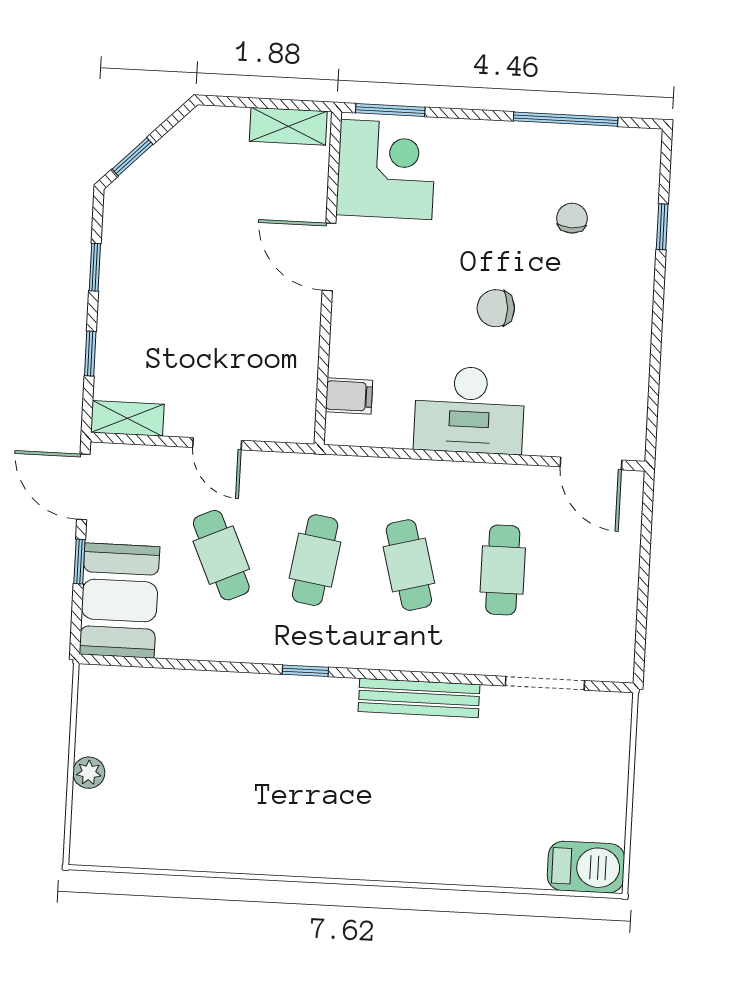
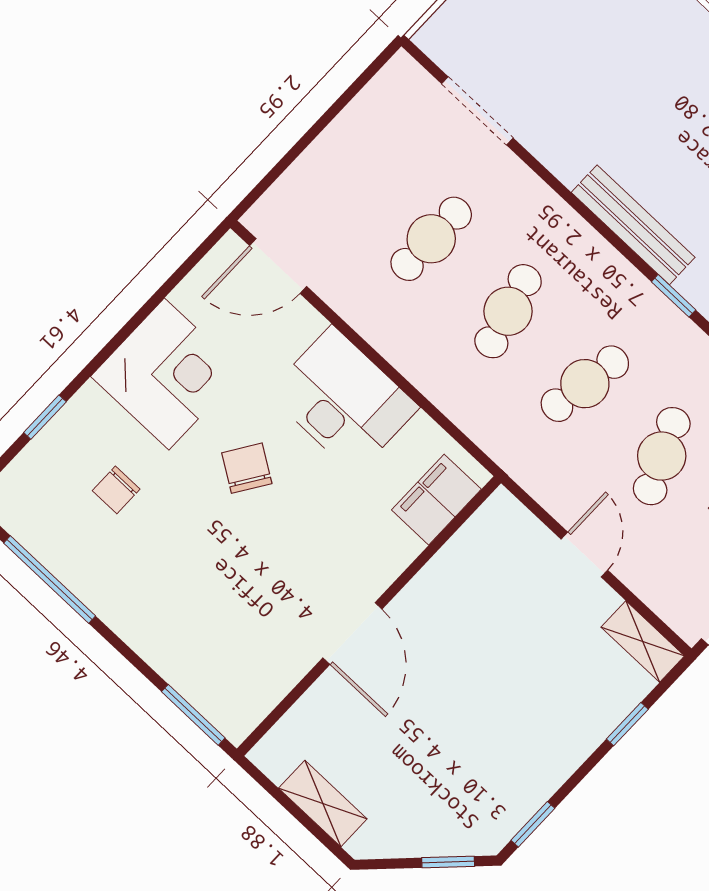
shelving: (288, 126) -> (323, 804), moved
corner desk: (386, 169) -> (167, 374), moved, turned 180
window: (95, 267) -> (533, 824), moved
chair: (496, 308) -> (247, 468), turned -145
filing cabinet: (349, 396) -> (436, 500), width x2.00
door: (591, 463) -> (278, 266), swing flipped
bench: (419, 698) -> (633, 225), moved

